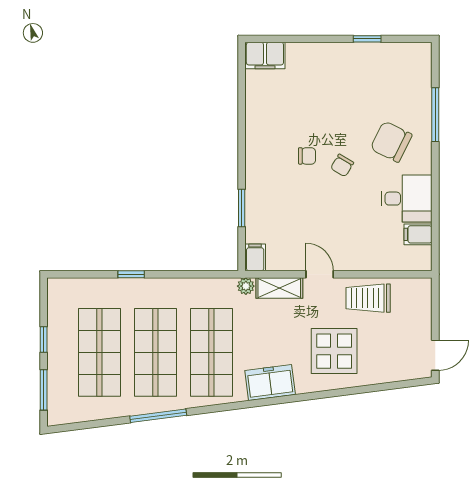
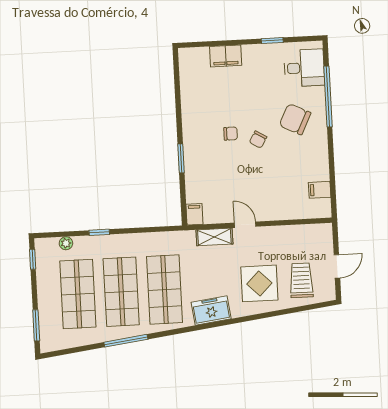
filing cabinet: (265, 55) -> (226, 56), moved
window: (435, 115) -> (328, 97), width x1.46
desk: (406, 199) -> (304, 68), moved
window: (242, 208) -> (181, 158), moved
plant: (246, 286) -> (66, 243), moved
trolley: (368, 298) -> (301, 280), moved, turned 90
window: (44, 339) -> (33, 259), moved
door: (435, 355) -> (337, 266), moved

